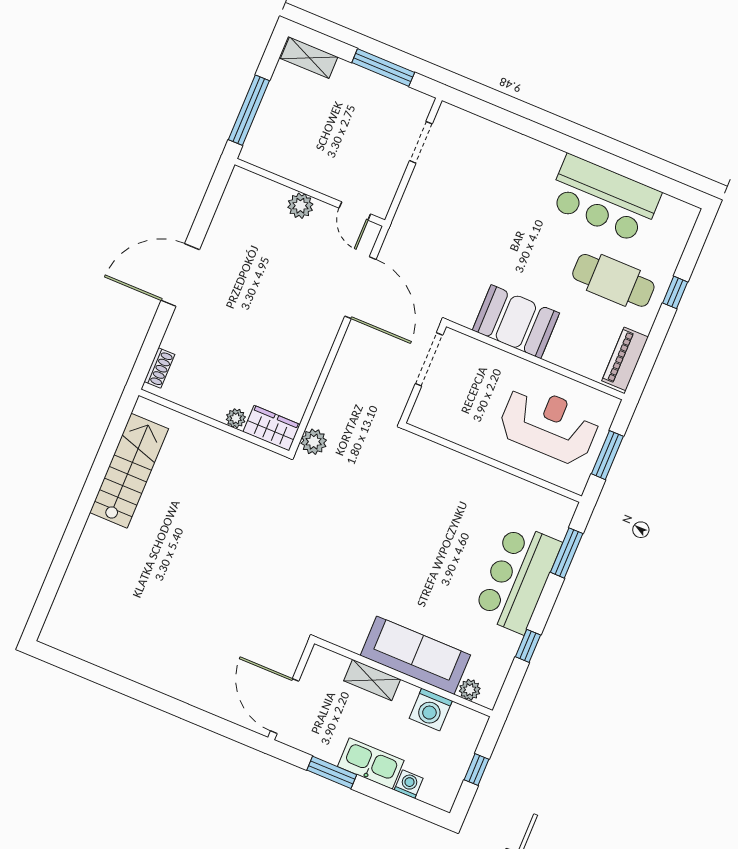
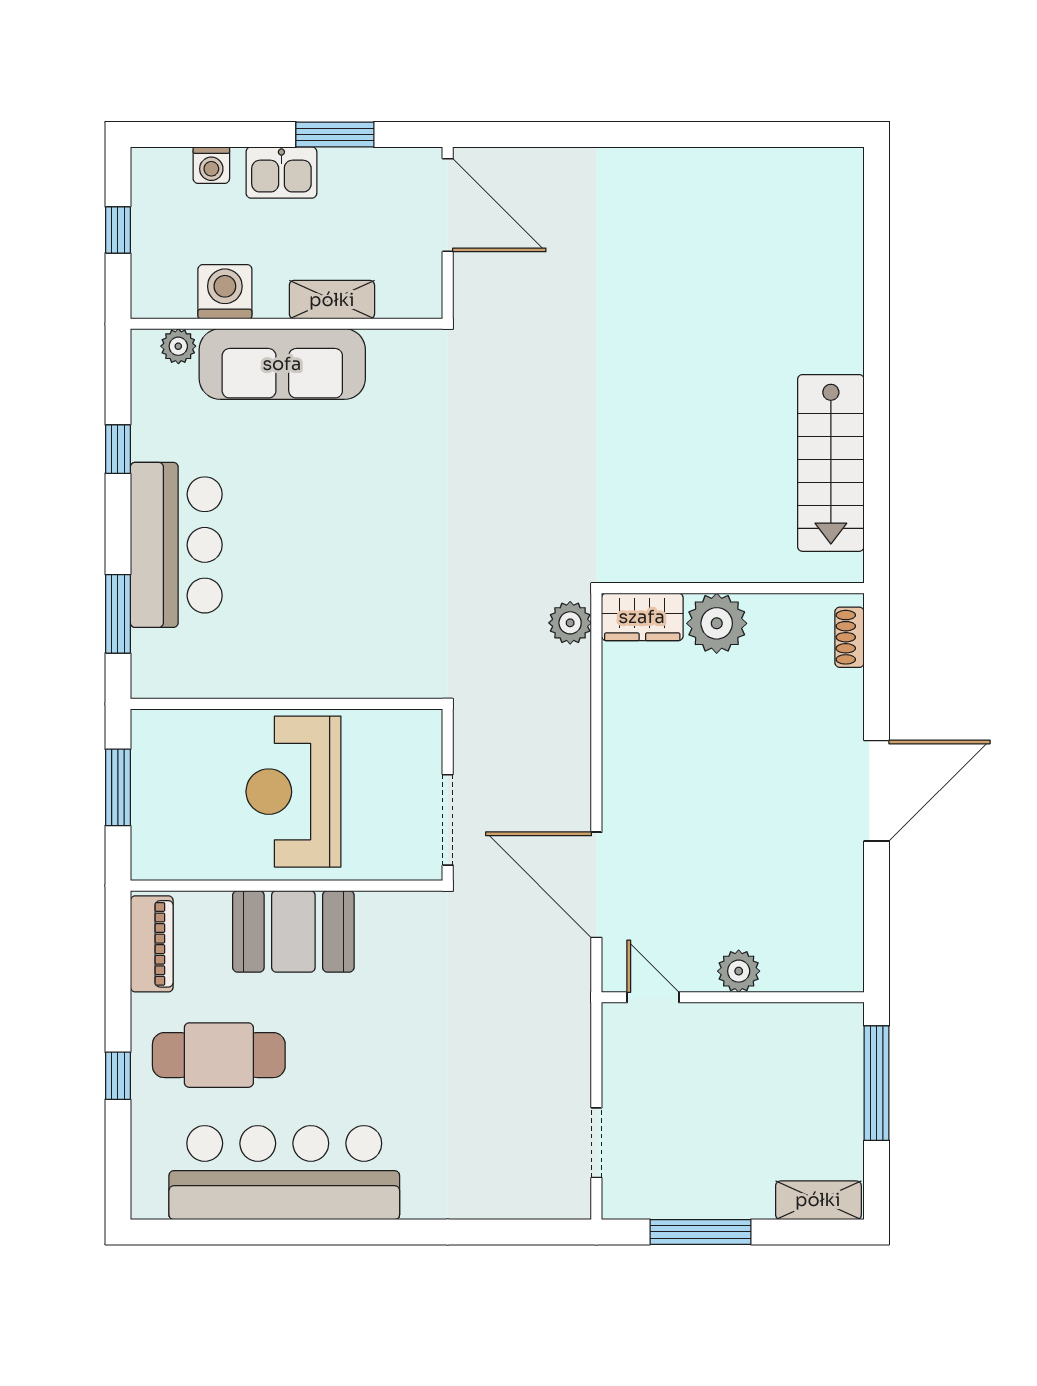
bar counter: (604, 199) -> (284, 1173), width x1.36
booth: (516, 322) -> (293, 931), moved
plant: (236, 418) -> (717, 623), width x1.88, depth x1.88
reception desk: (549, 425) -> (293, 792), moved, turned 90
kitchen sink: (371, 763) -> (281, 173), width x0.73

